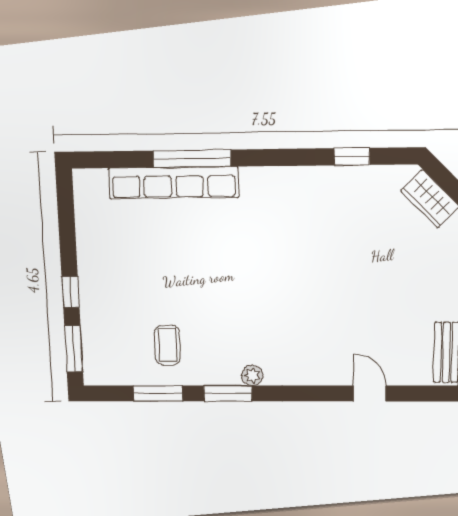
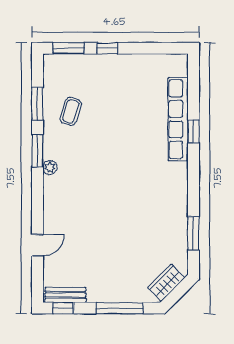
window: (352, 157) -> (193, 233), width x1.50
window: (192, 159) -> (193, 132), width x0.46
coffee table: (167, 345) -> (71, 111), turned -72

